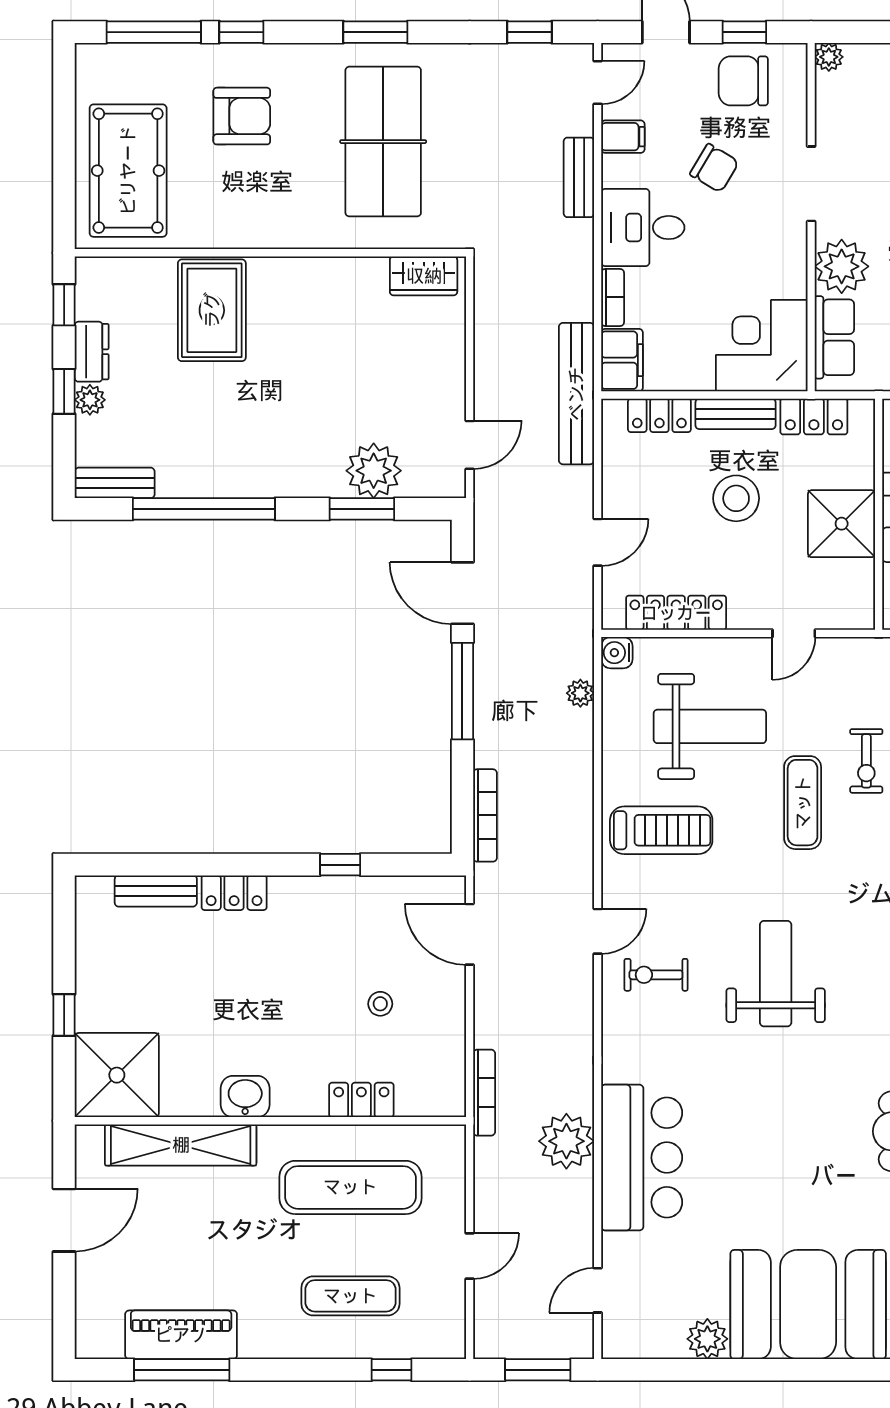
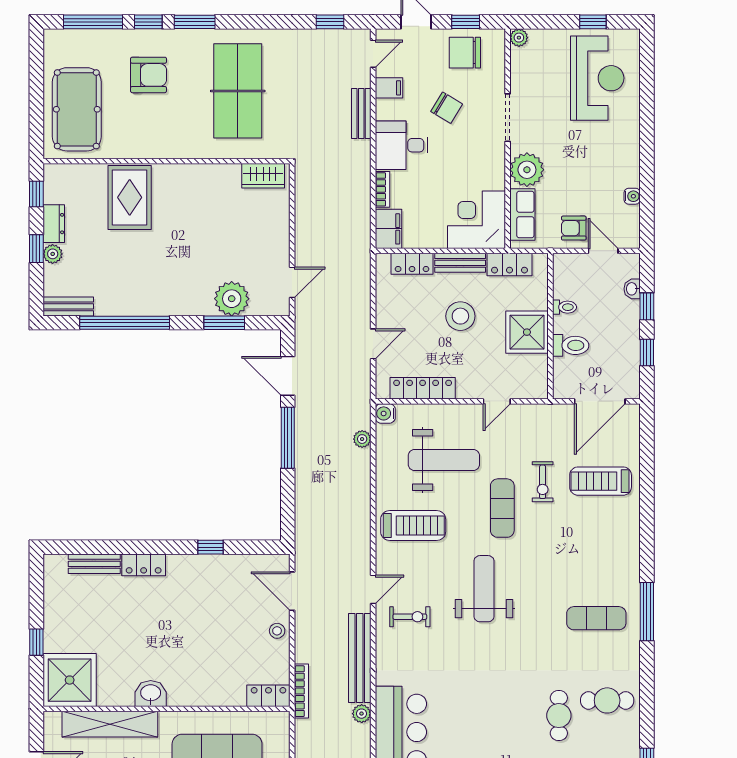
window: (375, 32) -> (195, 22), moved
bench: (576, 394) -> (360, 658), moved
bookcase: (485, 815) -> (302, 516), removed
weight bench: (776, 974) -> (484, 589), moved
exercise bike: (656, 975) -> (410, 617), turned 180
stool: (380, 1004) -> (277, 631), moved
locker: (361, 1100) -> (268, 696), moved
plant: (566, 1141) -> (362, 714), width x0.53, depth x0.53

